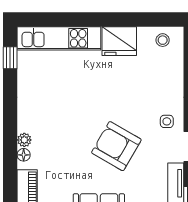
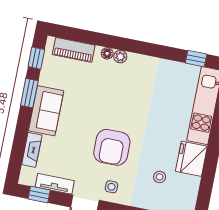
stool: (163, 40) -> (160, 177), moved
armchair: (116, 146) -> (112, 147), moved, turned 150

